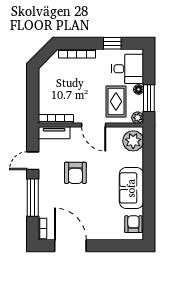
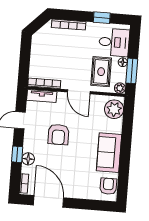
window: (33, 198) -> (17, 154), width x0.46
floor lamp: (45, 202) -> (28, 159), added

